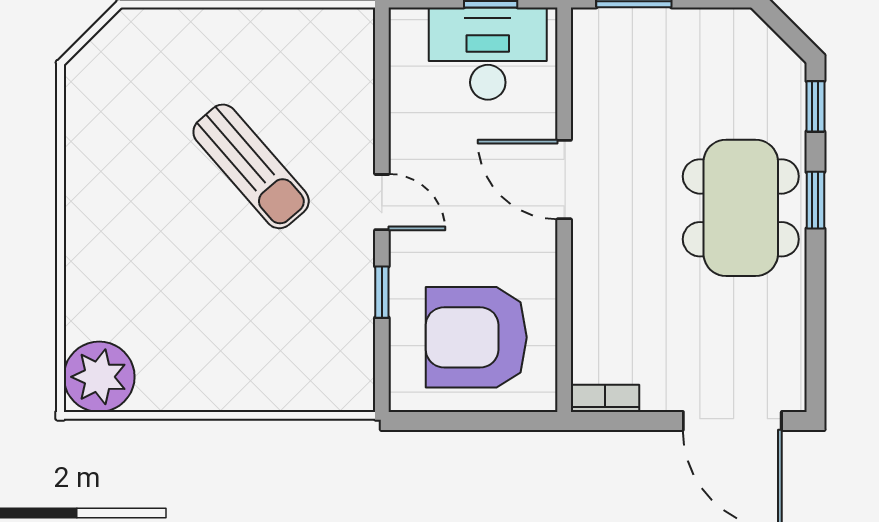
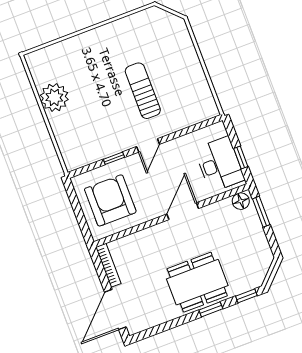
floor lamp: (592, 37) -> (241, 201), added
sun lounger: (251, 166) -> (143, 91), turned 131
plant: (99, 377) -> (54, 97), moved
bookcase: (605, 398) -> (108, 265), width x1.56

